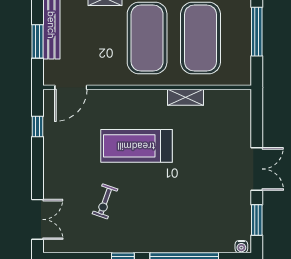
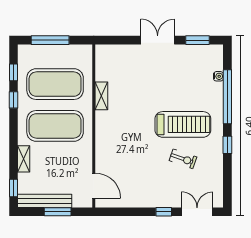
window: (37, 127) -> (164, 212), moved
treadmill: (136, 146) -> (183, 124), moved, turned -90
water cooler: (241, 247) -> (218, 76), moved

